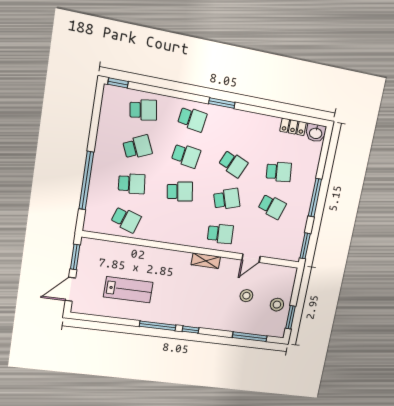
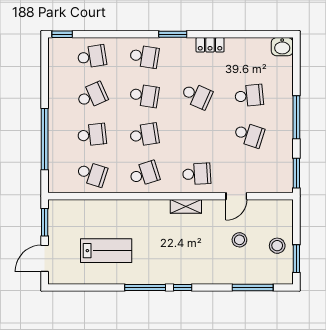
locker: (293, 127) -> (210, 45), moved
school desk: (227, 199) -> (144, 174), moved

